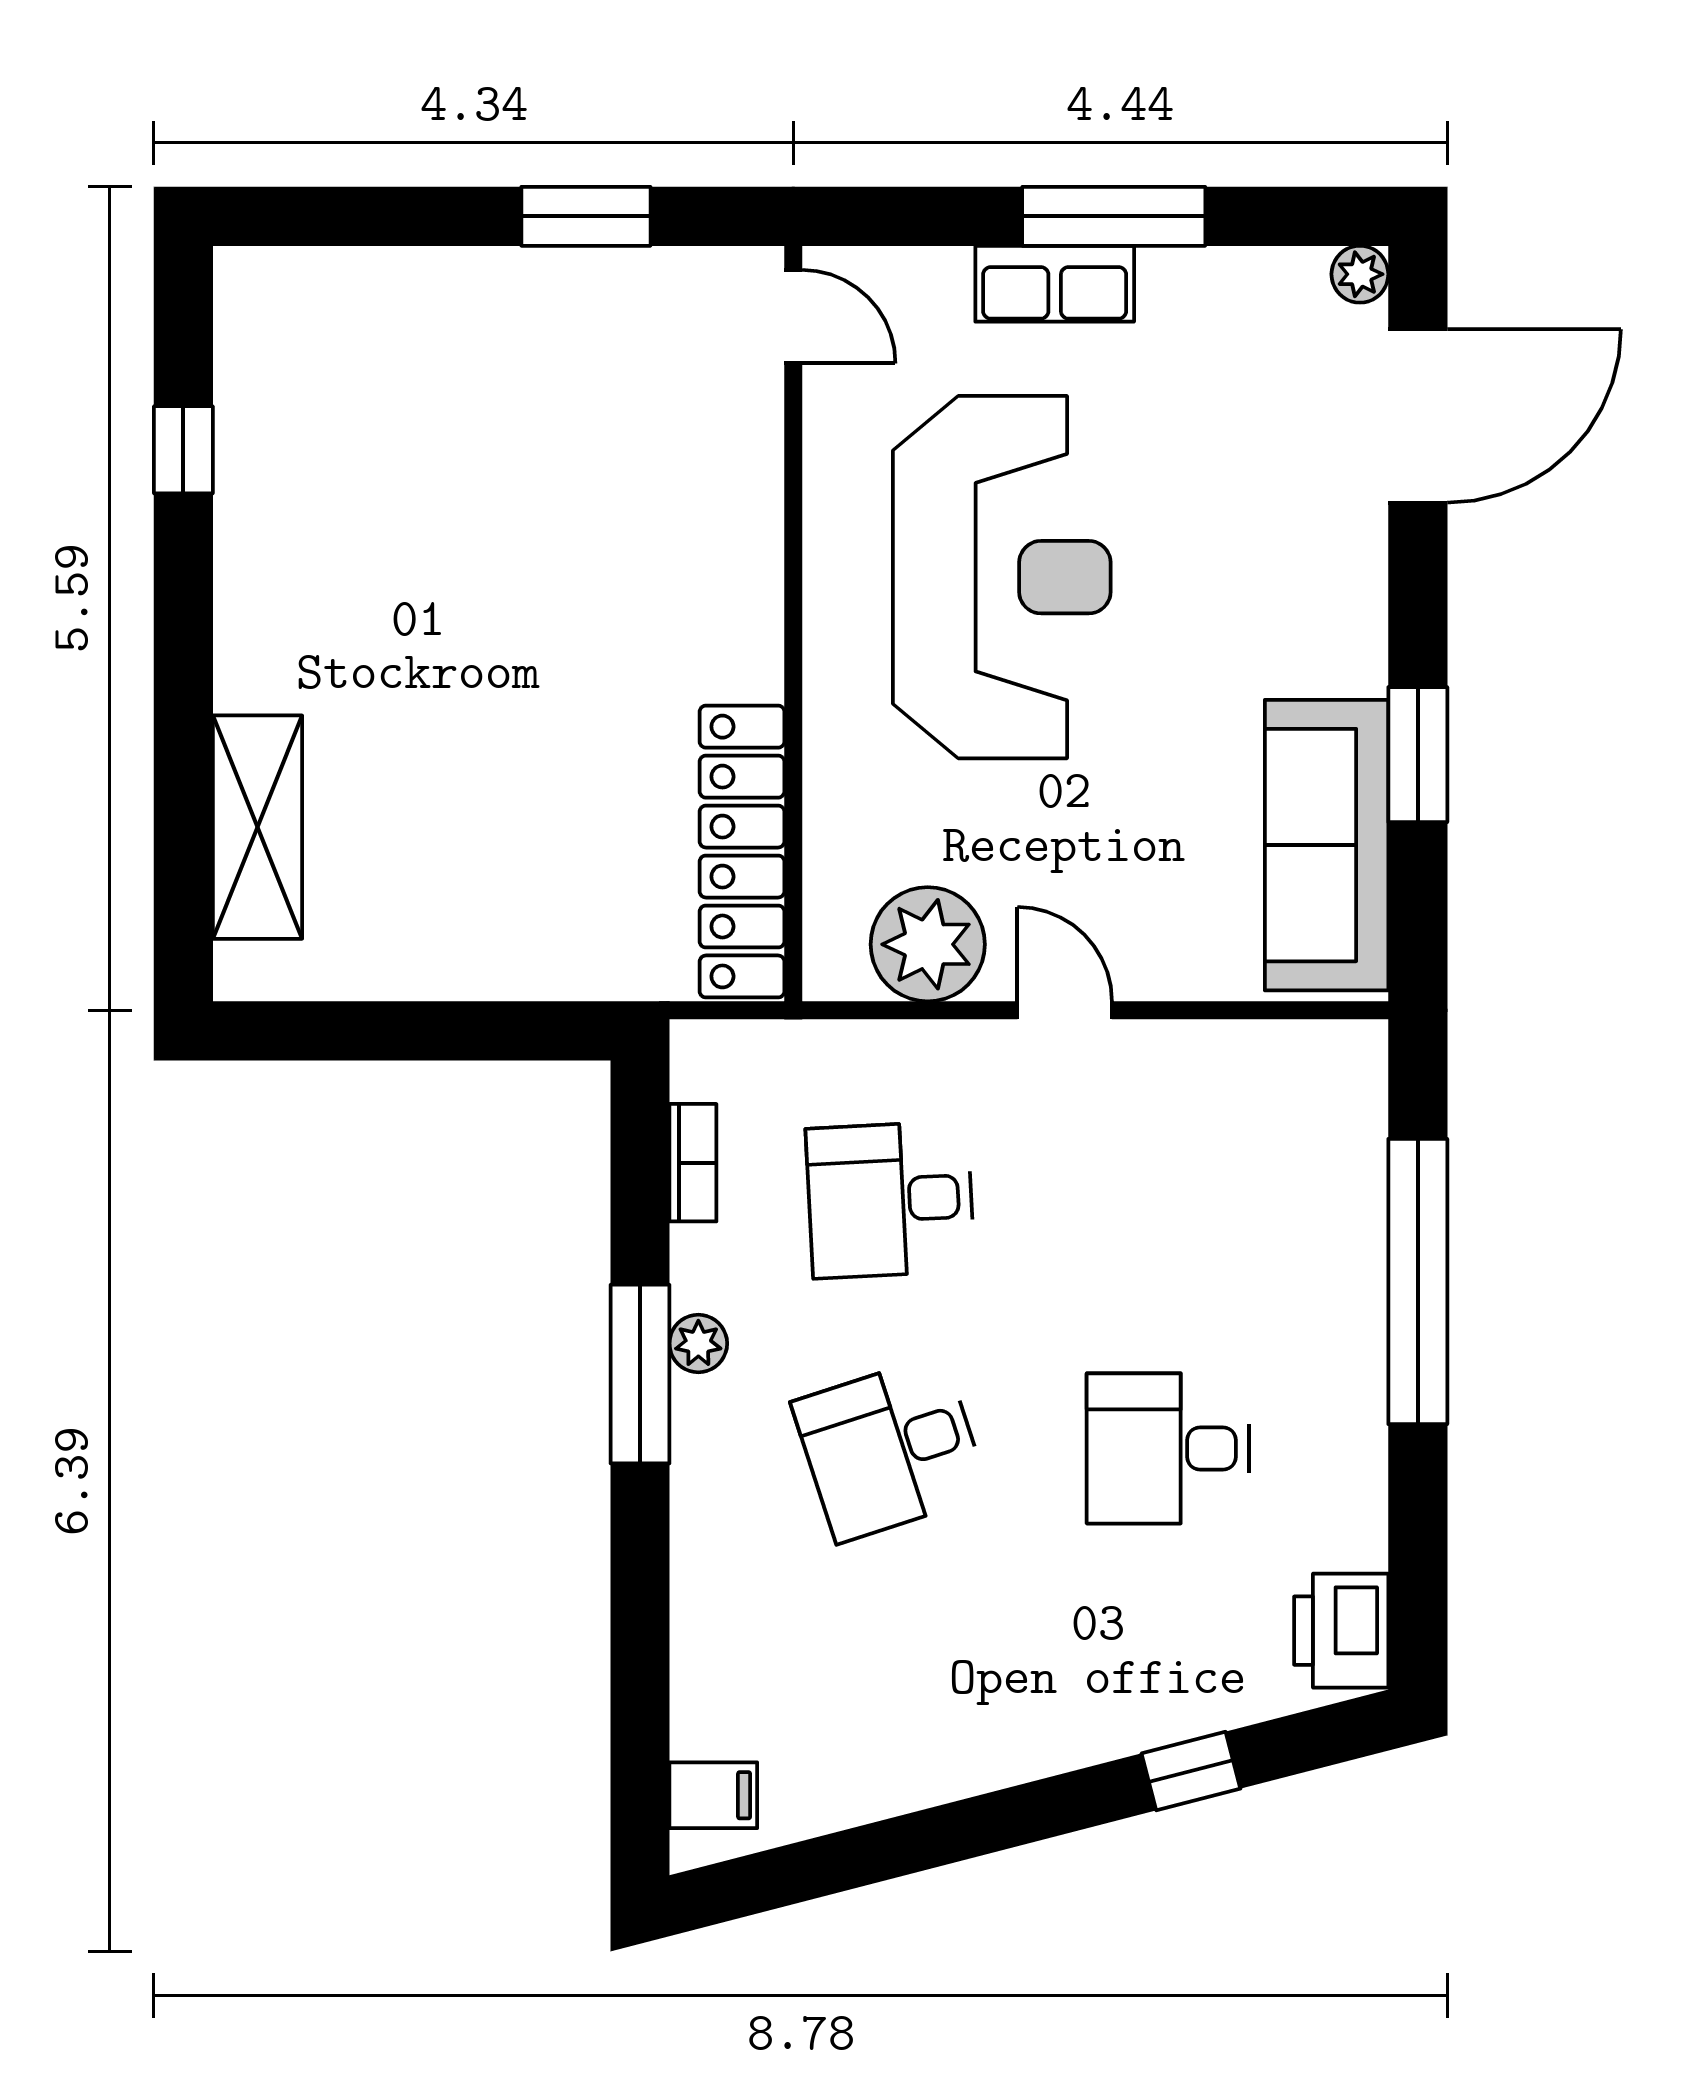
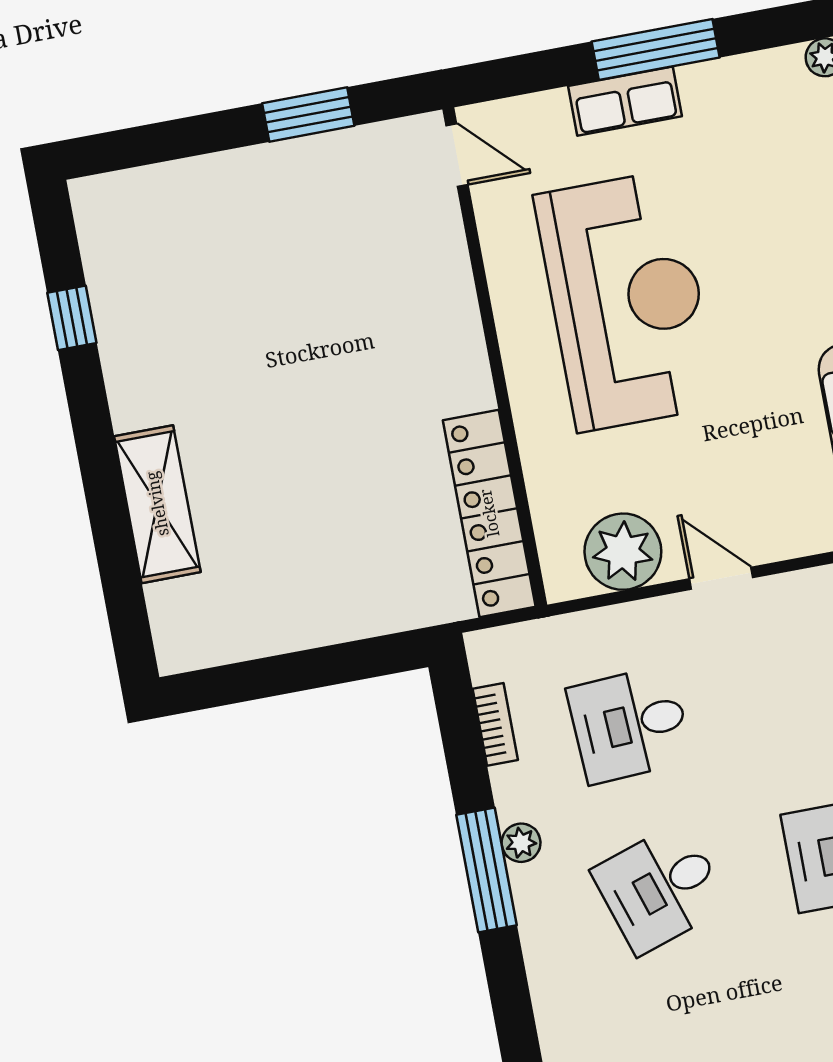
shelving: (258, 827) -> (157, 504), moved

